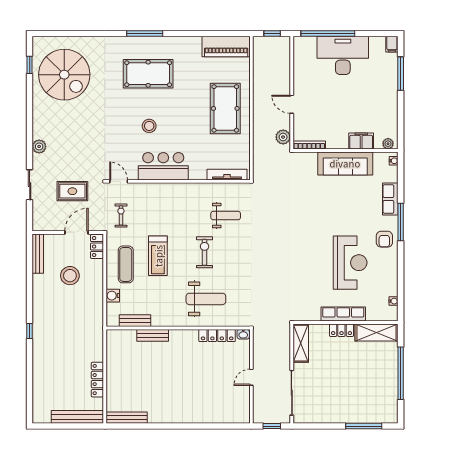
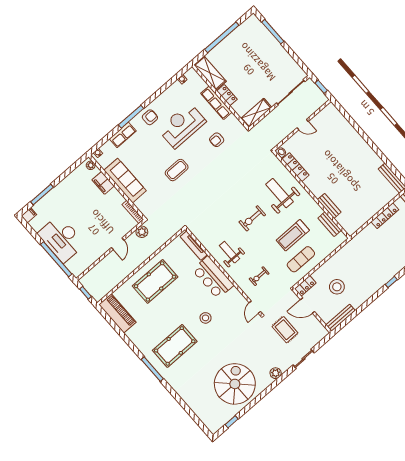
pool table: (148, 74) -> (175, 346), turned 90
spiral stairs: (64, 75) -> (235, 384), moved
bar counter: (163, 166) -> (213, 277), moved
exercise bike: (121, 215) -> (259, 276), moved
weight bench: (226, 216) -> (230, 252), moved
coffee table: (313, 221) -> (177, 170), added
treadmill: (158, 256) -> (293, 235), moved, turned 180
armchair: (308, 284) -> (217, 140), added
water cooler: (113, 296) -> (326, 251), removed

